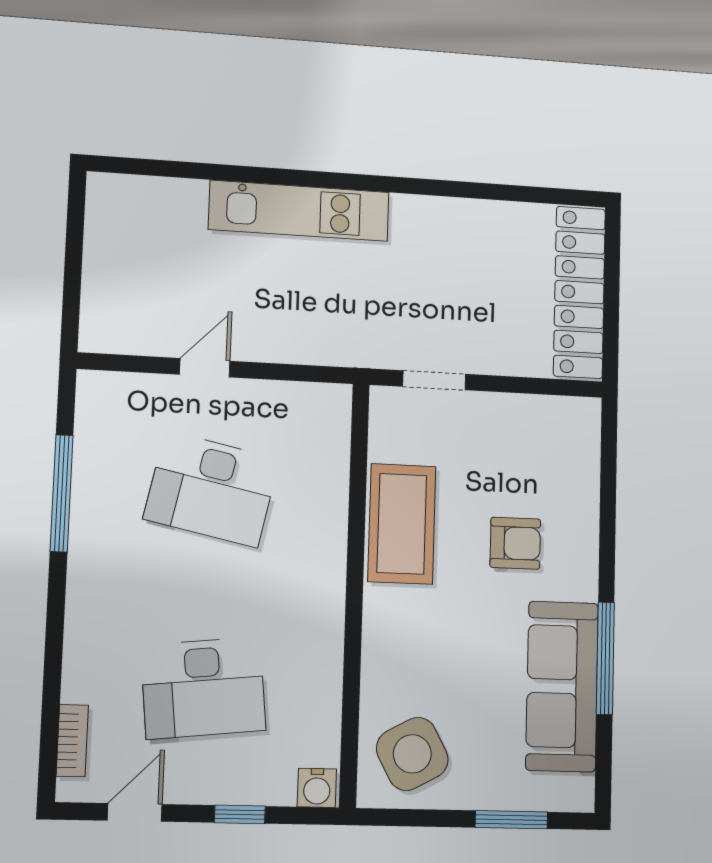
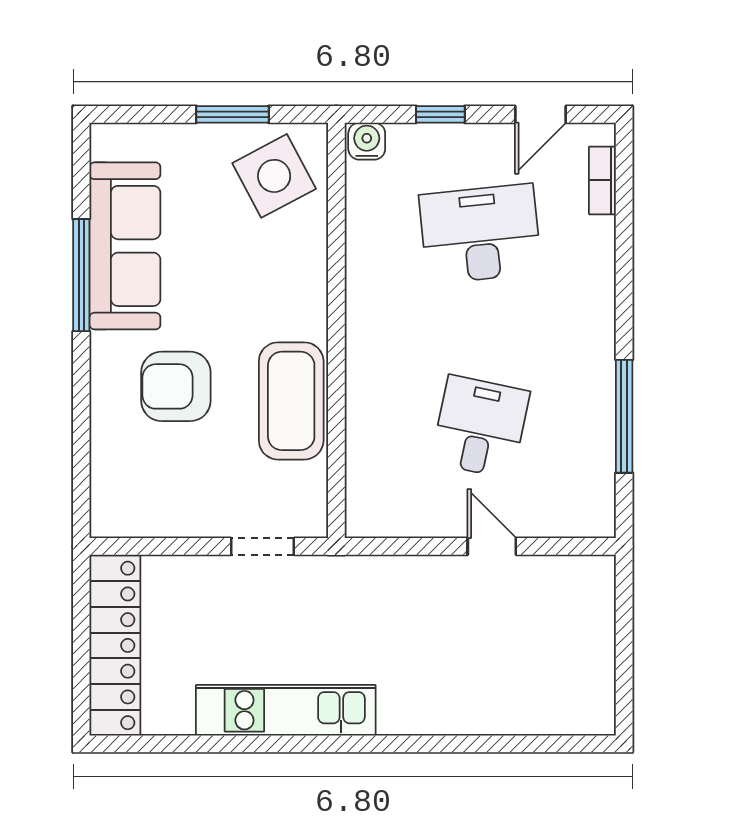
kitchen unit: (299, 211) -> (286, 710), moved
door: (205, 368) -> (492, 546), swing flipped
desk: (212, 489) -> (480, 427), width x0.73
armchair: (515, 543) -> (176, 386), width x1.38, depth x1.38
window: (511, 820) -> (233, 114), moved

